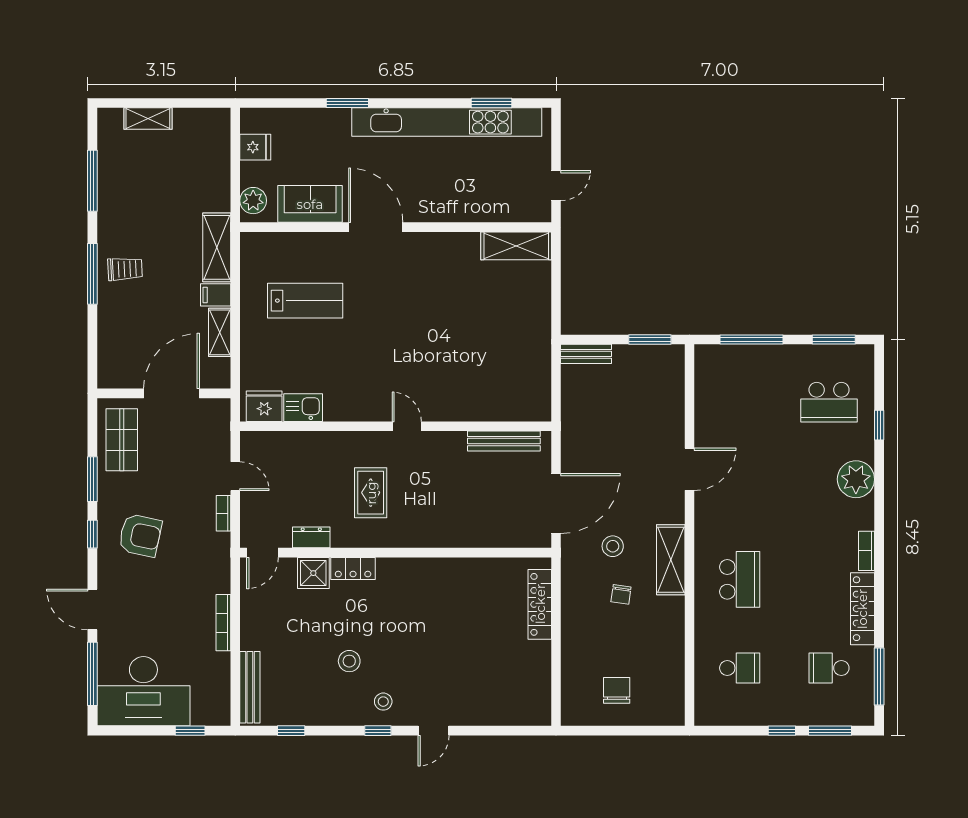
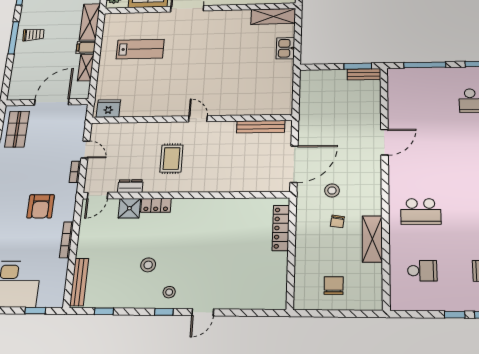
bench: (586, 354) -> (364, 74), moved
kitchen sink: (303, 408) -> (285, 48), moved, turned -90
armchair: (140, 535) -> (41, 206), moved, turned 78
shelving: (671, 560) -> (372, 239), moved
school desk: (740, 579) -> (421, 211), turned 90

